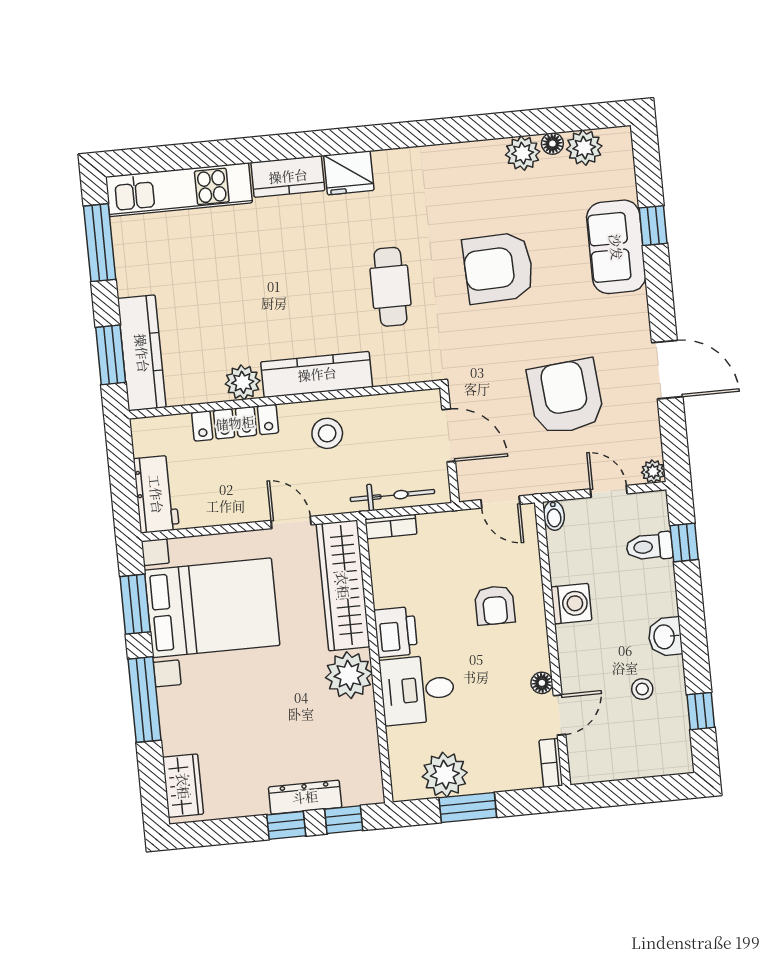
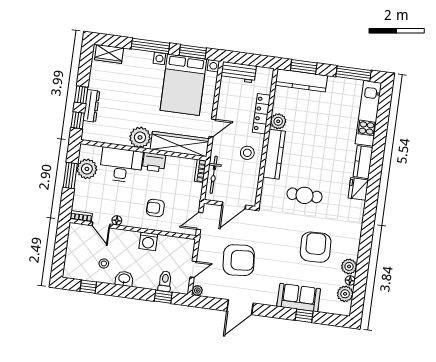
armchair: (498, 268) -> (316, 247), moved
bidet: (554, 515) -> (188, 243), removed
desk: (417, 690) -> (121, 165), width x1.37

